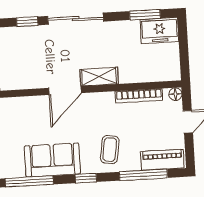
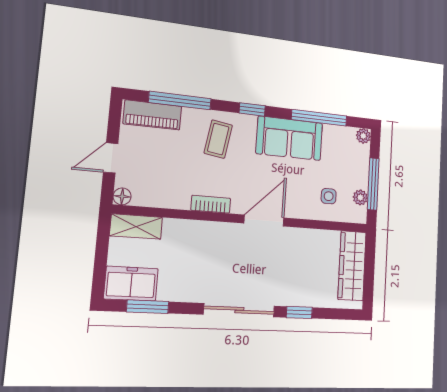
shelving: (99, 77) -> (136, 227), moved
bookcase: (139, 96) -> (211, 204), moved, width x0.64
side table: (14, 118) -> (329, 196), added

